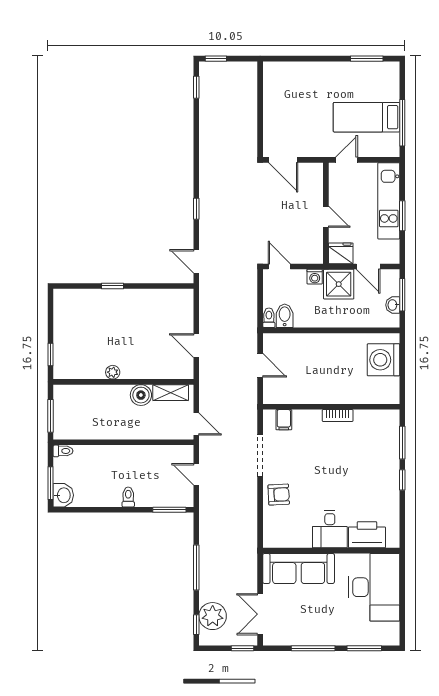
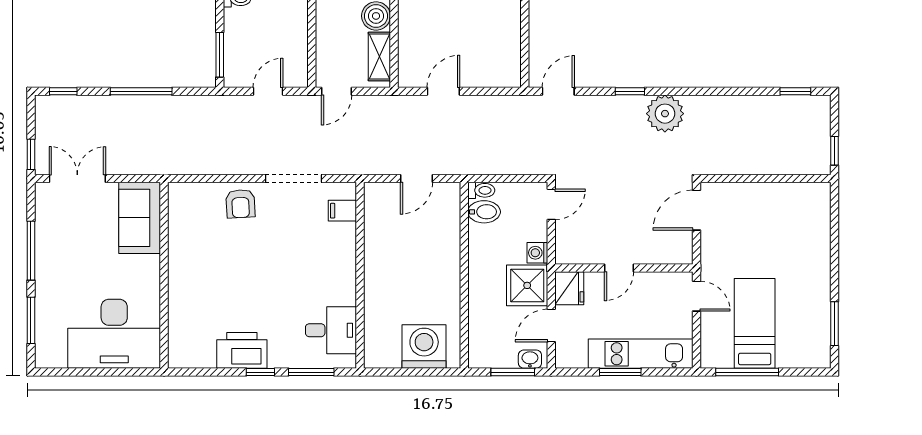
window: (216, 59) -> (834, 151), moved
washbasin: (393, 305) -> (530, 359), moved
bookcase: (338, 415) -> (348, 284), removed
desk: (330, 529) -> (331, 330), moved, turned 180
printer: (367, 535) -> (242, 350), moved, turned -90
sofa: (299, 568) -> (140, 218), width x0.73
plant: (213, 616) -> (665, 114), moved

